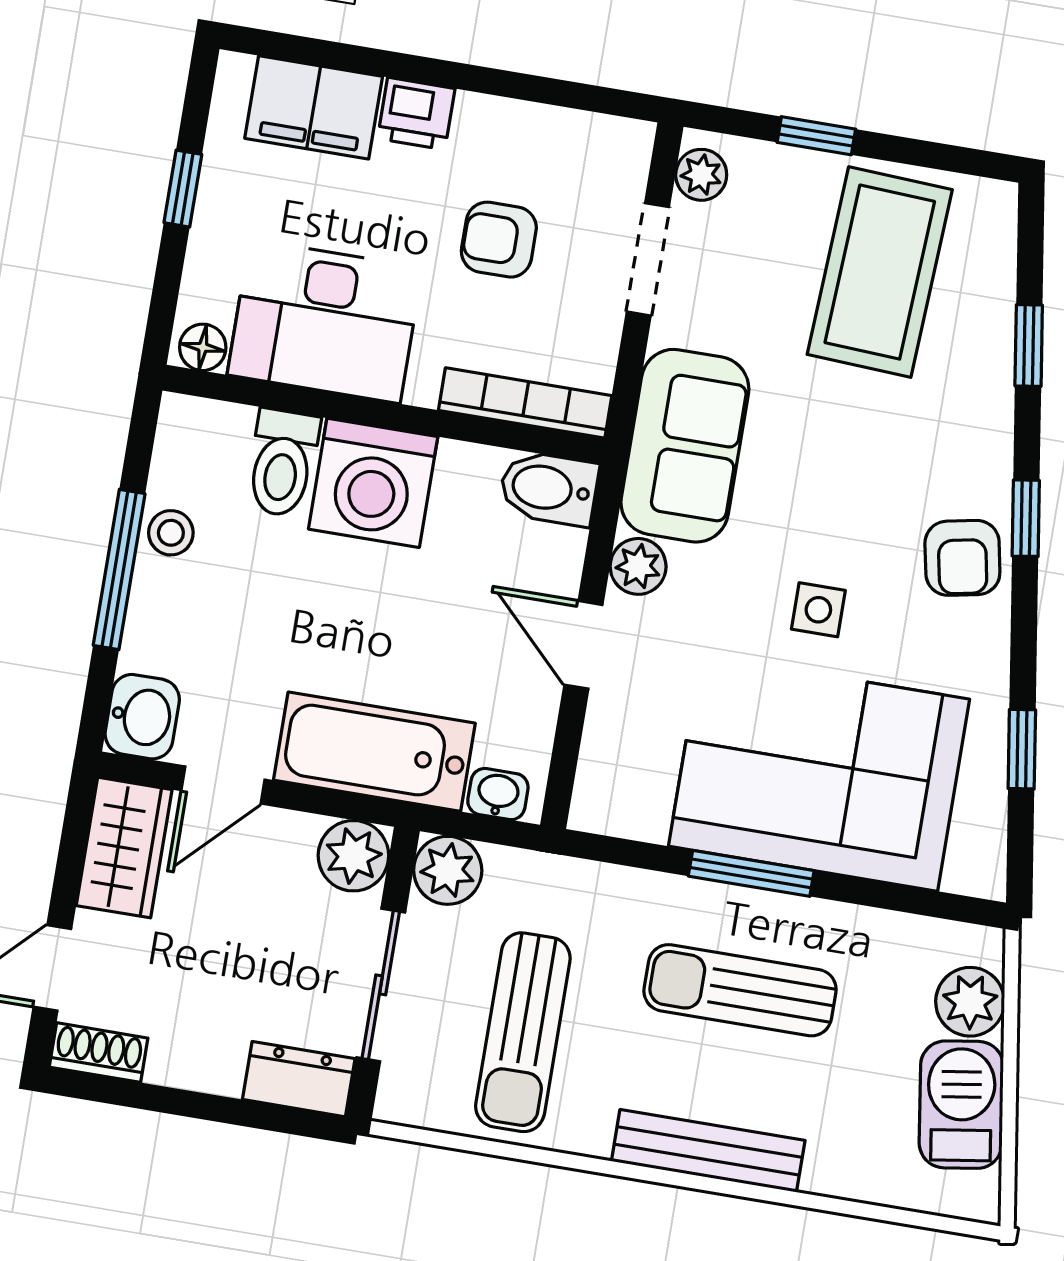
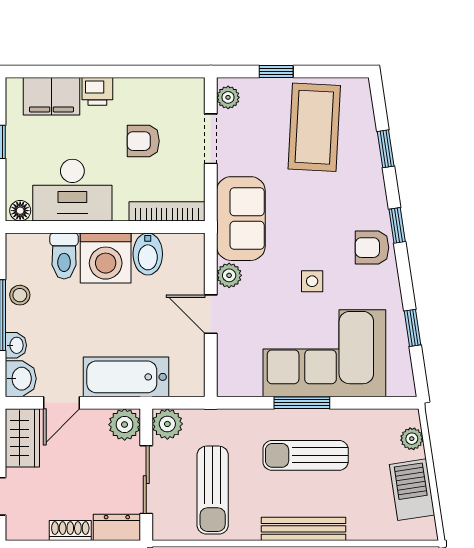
bidet: (549, 488) -> (148, 254), moved, turned -90
armchair: (962, 558) -> (372, 248), turned 101
washbasin: (498, 794) -> (16, 345), moved, turned 90
plant: (970, 1002) -> (412, 439), width x0.73, depth x0.73
shoe rack: (99, 1053) -> (70, 531), moved

